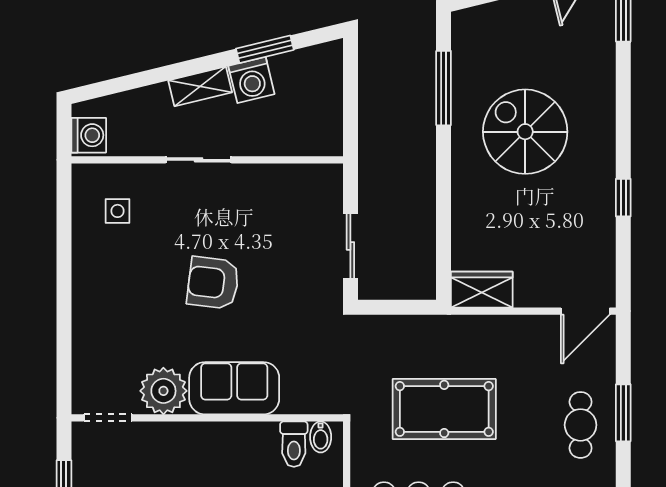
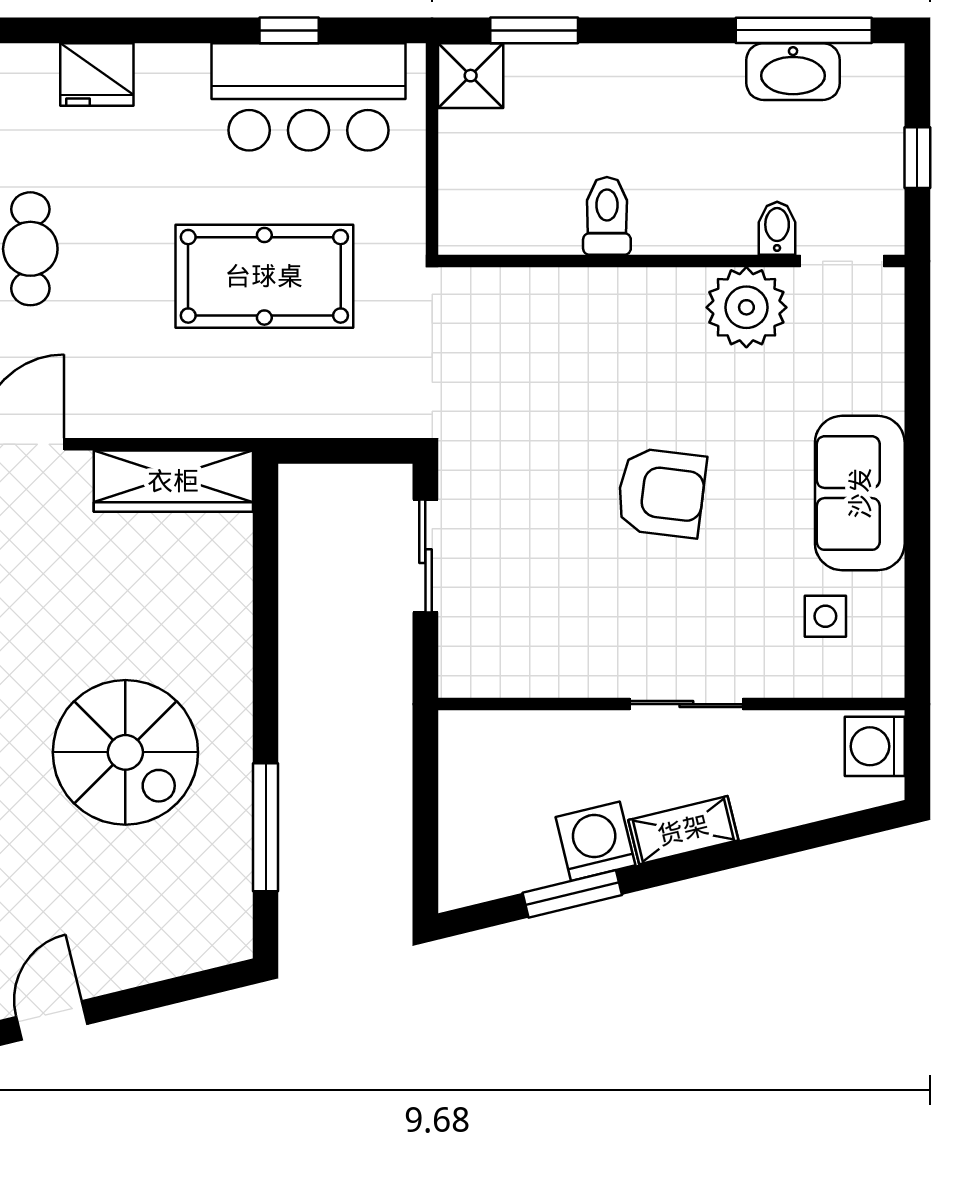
wardrobe: (482, 290) -> (173, 481), width x1.50
sofa: (234, 388) -> (860, 493), moved, turned 90
bidet: (321, 437) -> (777, 228), moved
toilet: (294, 444) -> (607, 216), moved

